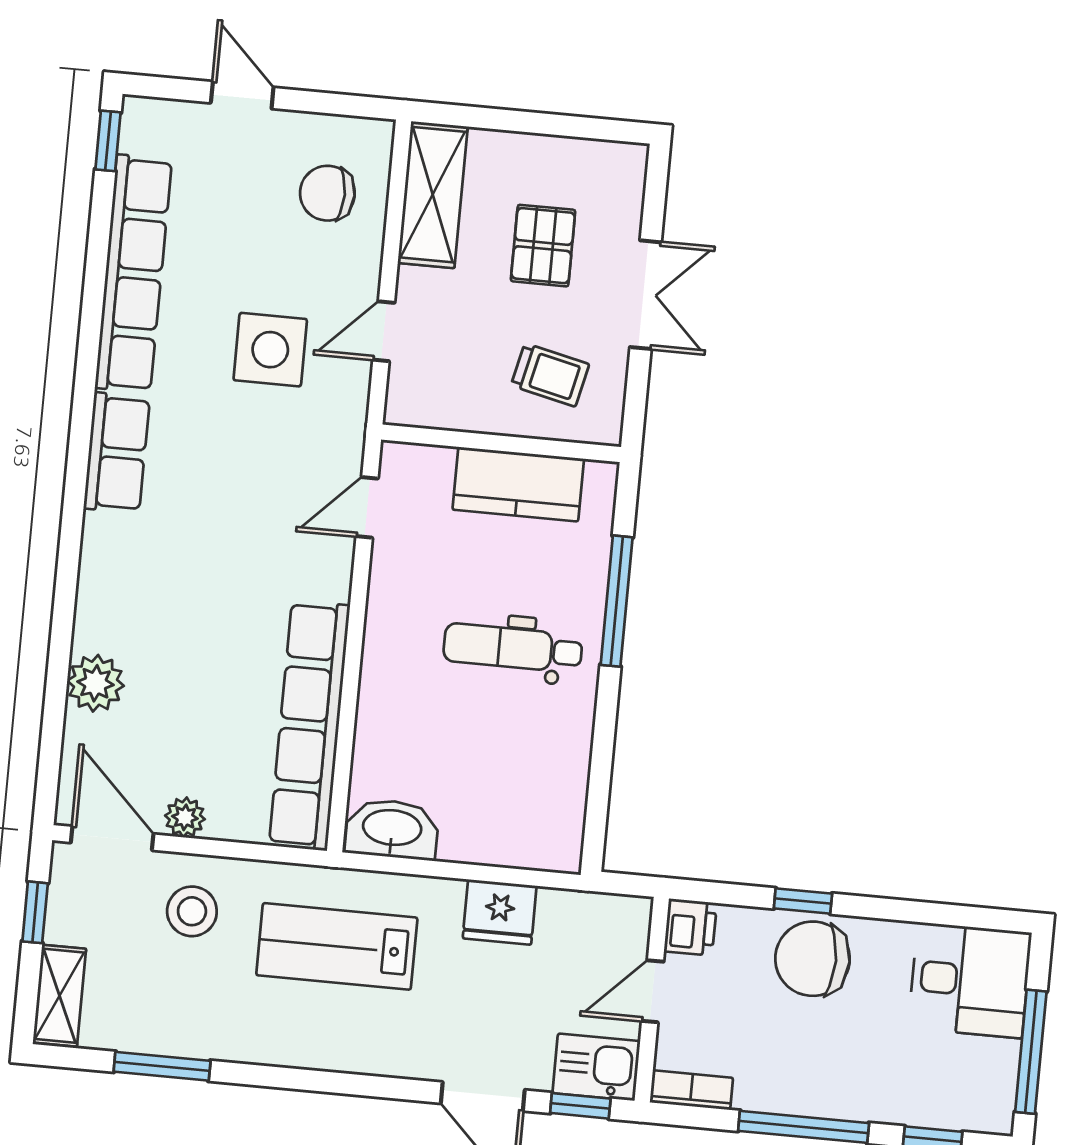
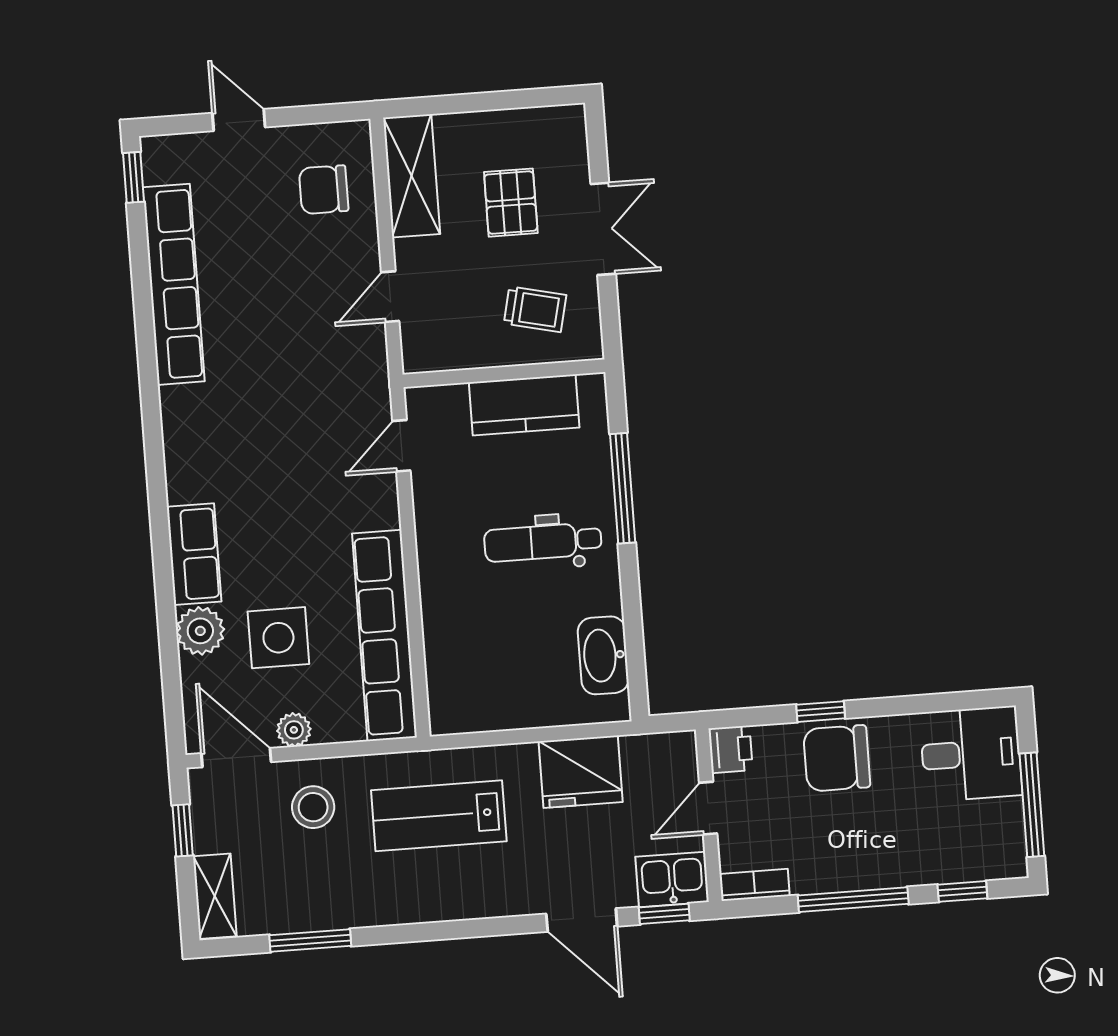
side table: (270, 350) -> (278, 638), moved
row of seats: (117, 453) -> (194, 554), moved
washbasin: (392, 829) -> (603, 655), moved, turned -90
fridge: (500, 912) -> (581, 772), width x1.36, depth x1.34

